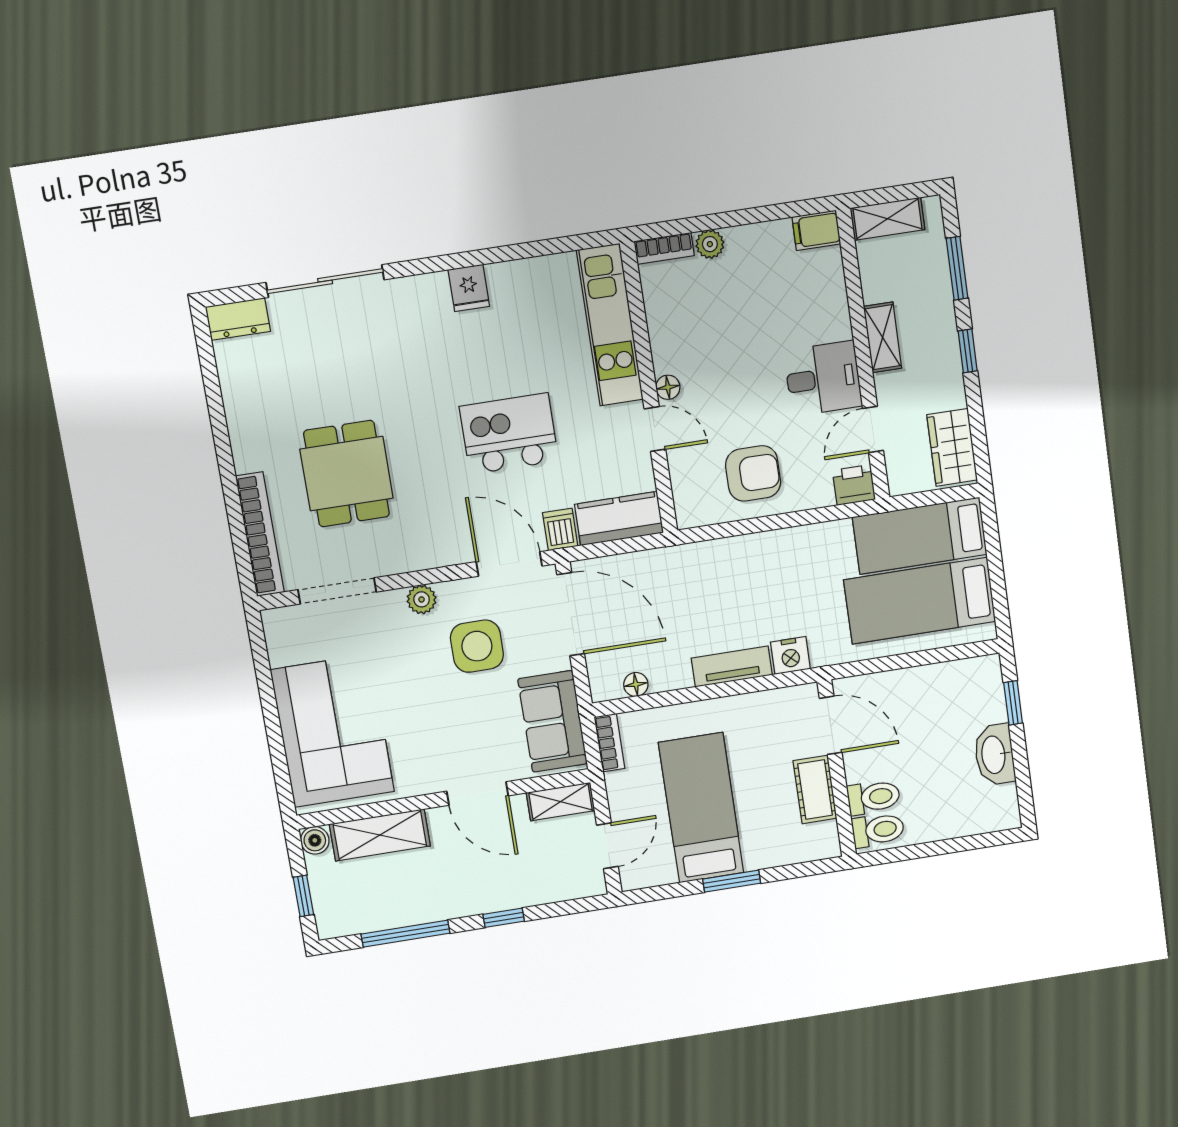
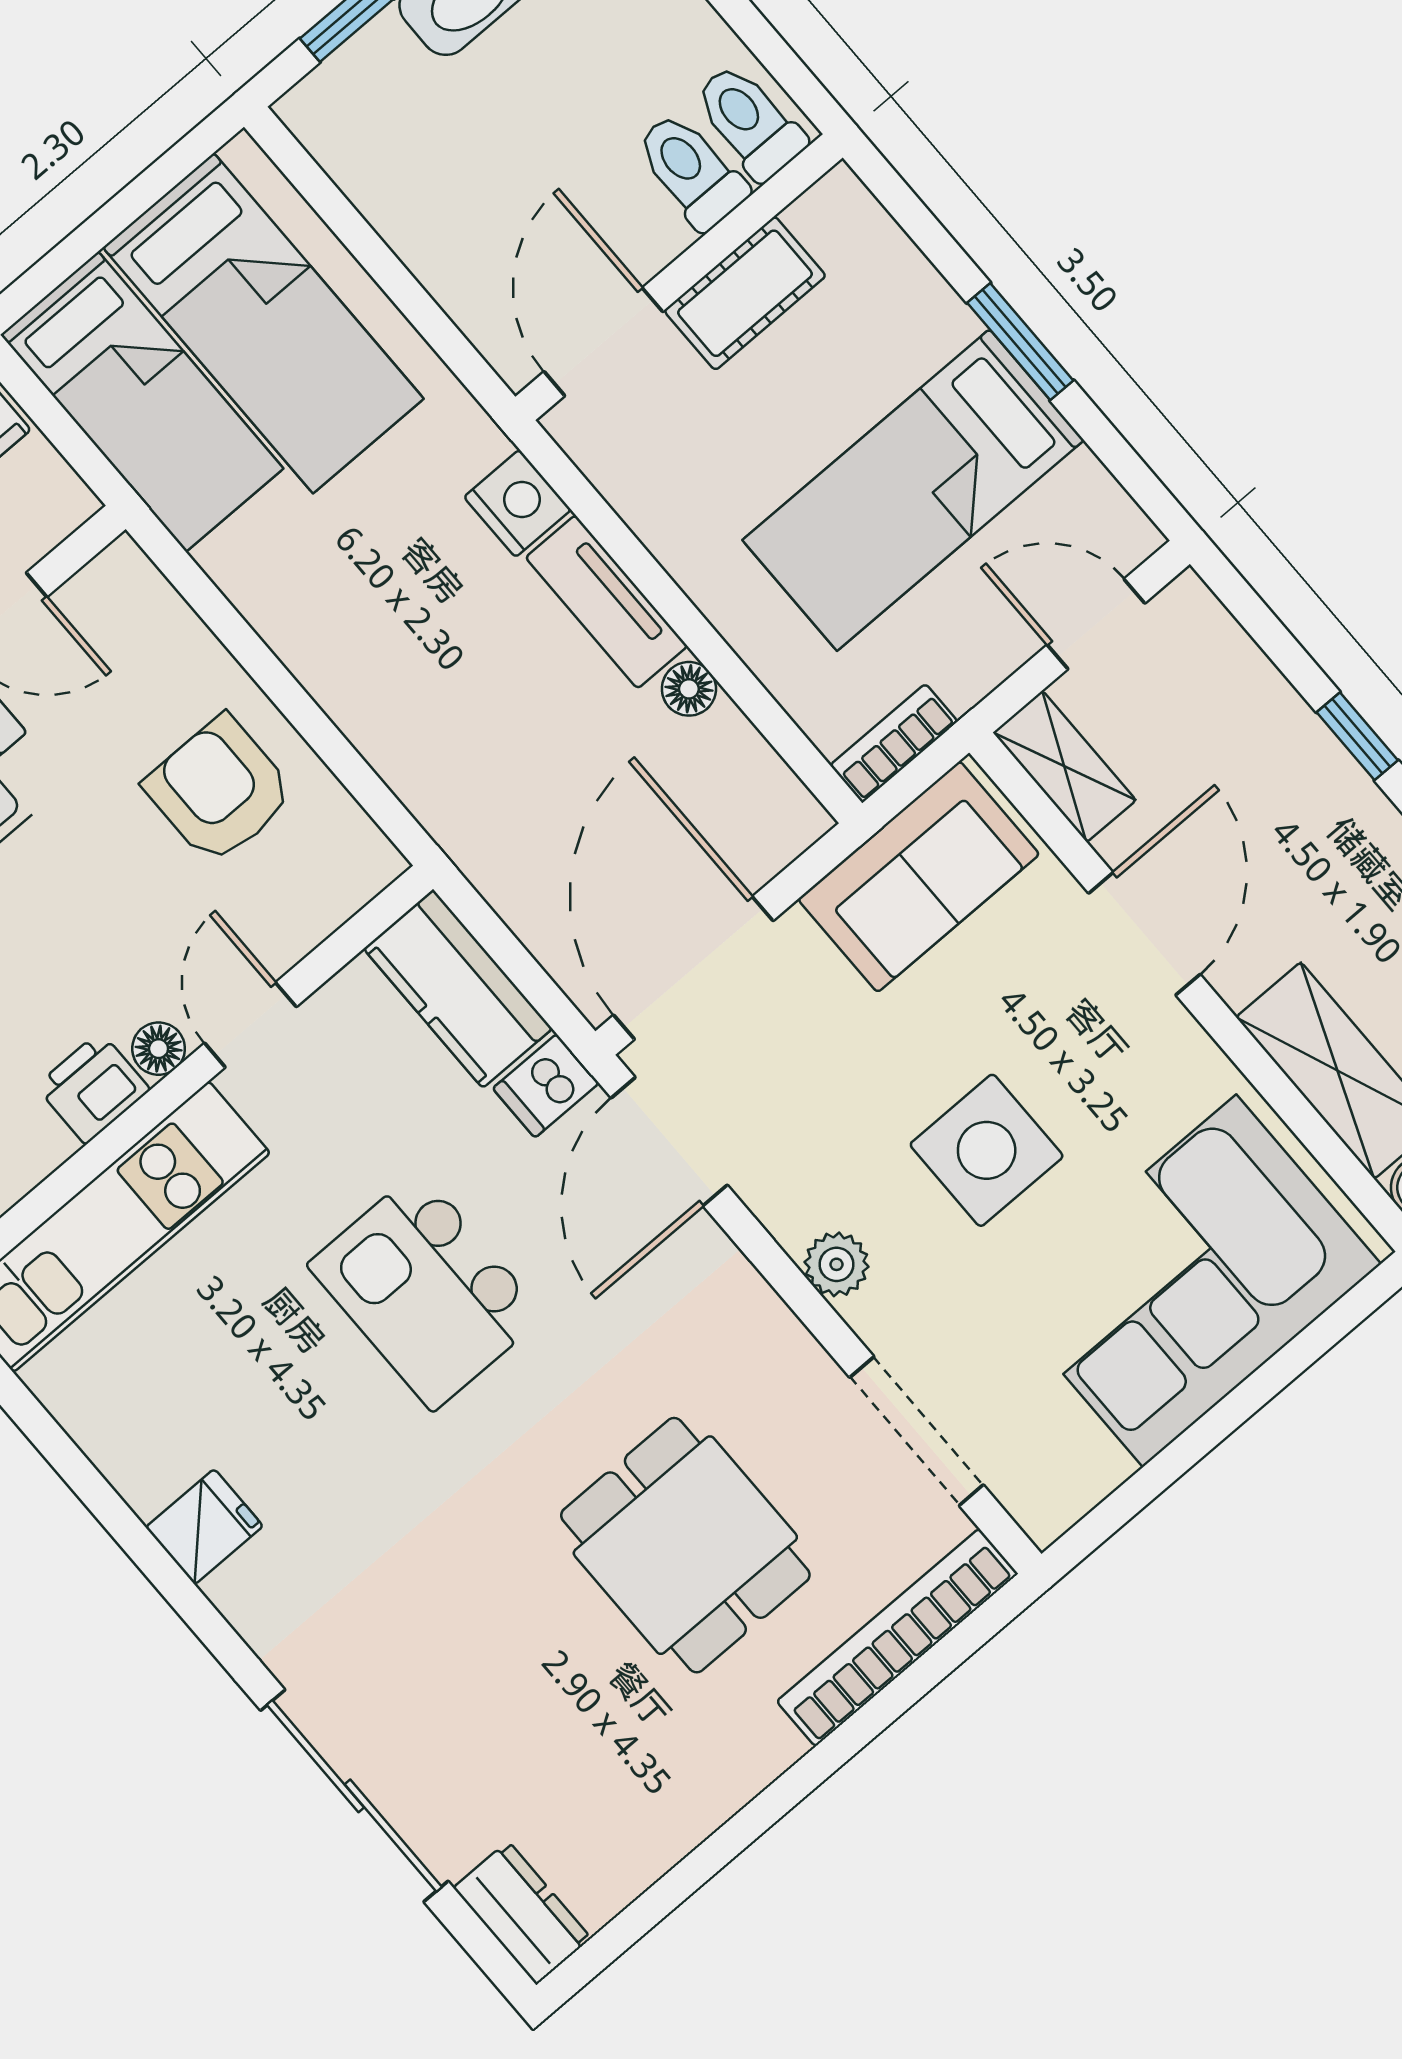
dining table: (347, 474) -> (685, 1545), turned 90
printer: (854, 485) -> (93, 1088), moved, turned 90
side table: (477, 646) -> (987, 1150), moved
floor lamp: (636, 684) -> (689, 689), moved

